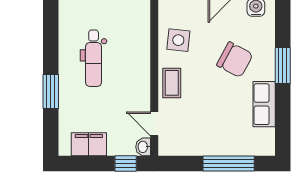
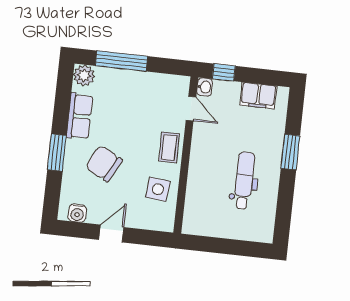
plant: (264, 145) -> (84, 75), added

